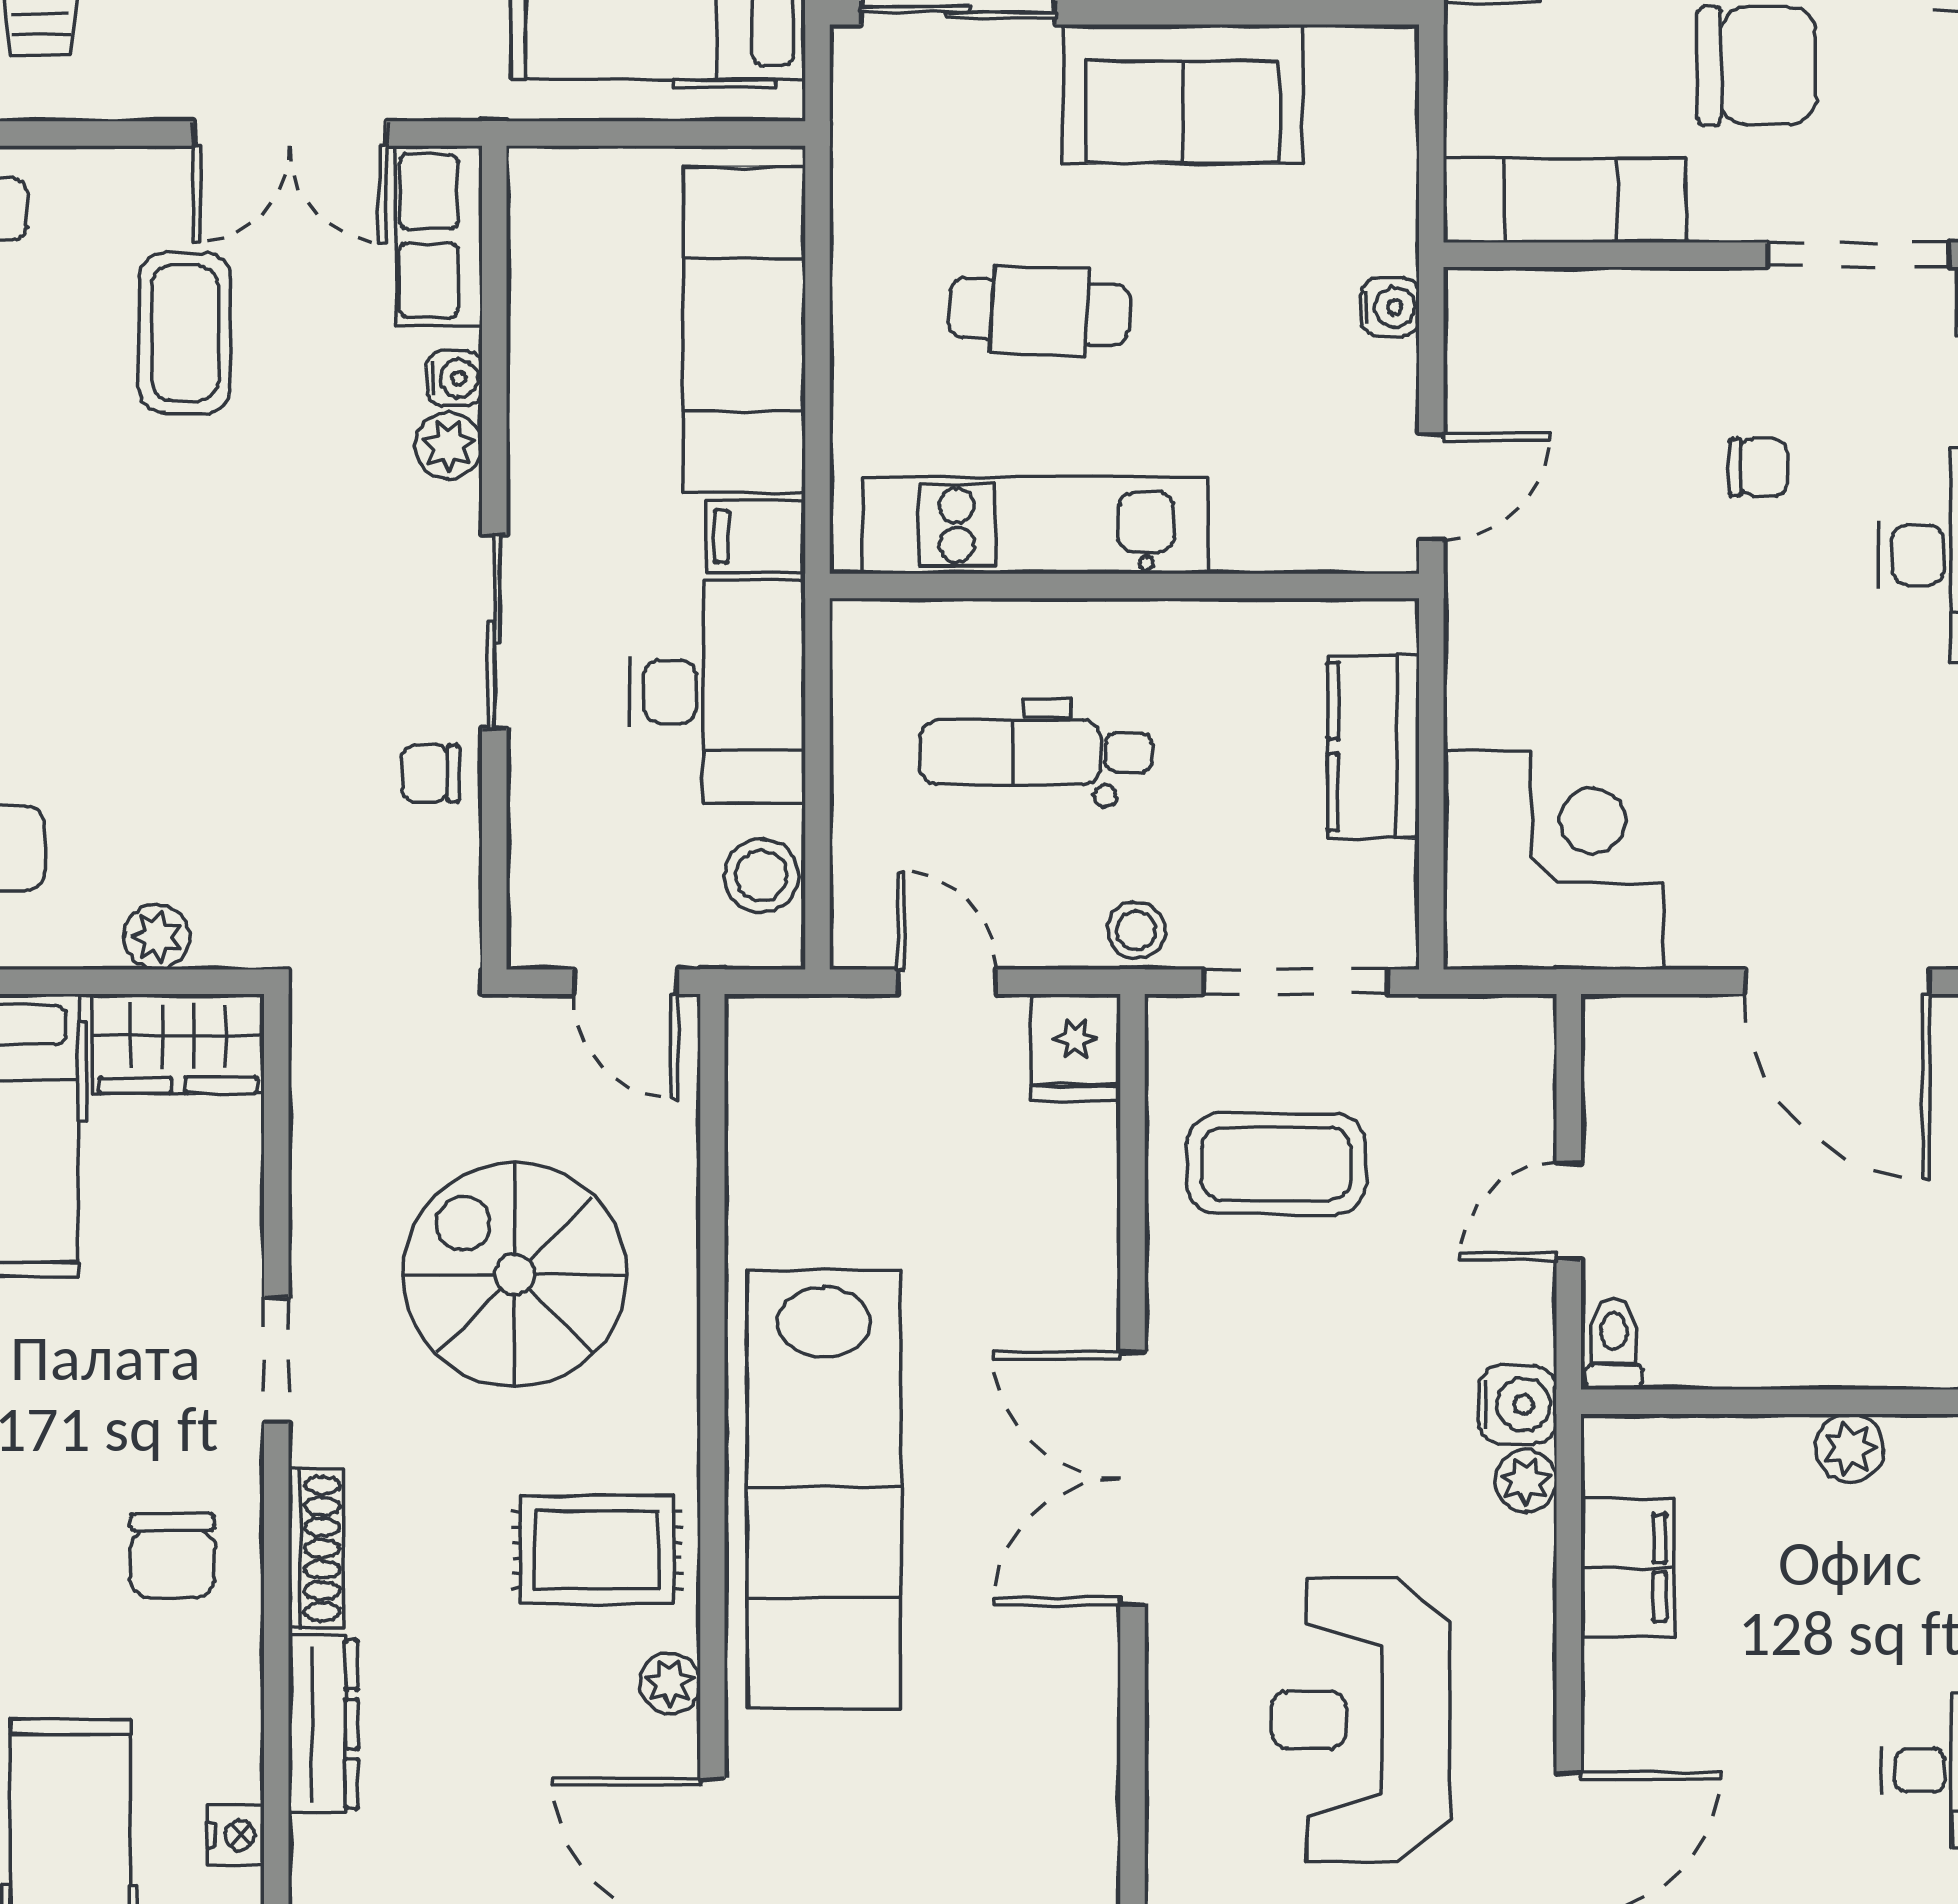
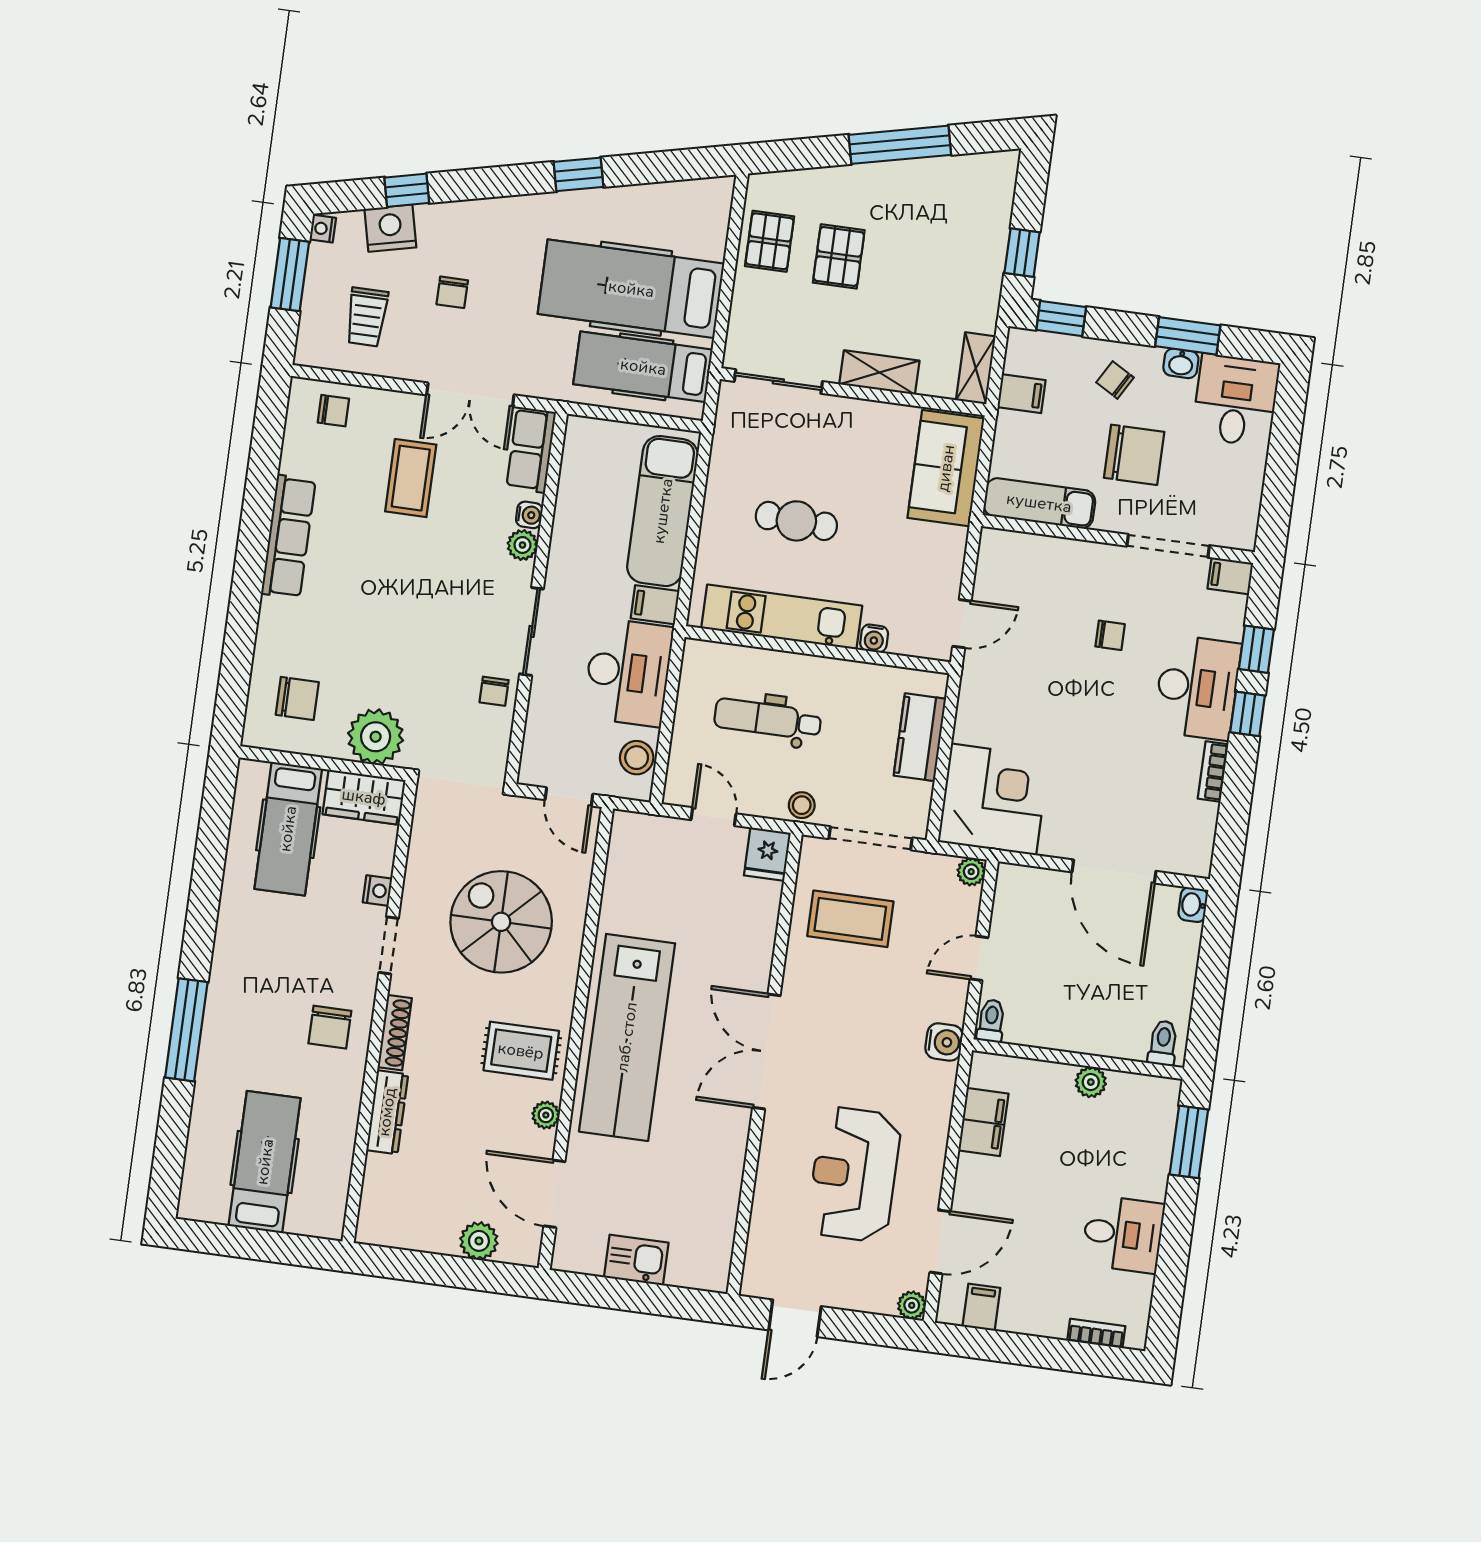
sofa: (1182, 94) -> (946, 468), moved, turned 90
water cooler: (1390, 307) -> (874, 638), moved, turned 90
chair: (430, 773) -> (494, 691), turned -90
plant: (157, 937) -> (376, 737), width x1.87, depth x1.87
plant: (1526, 1481) -> (971, 872), moved
nightstand: (235, 1835) -> (377, 891), moved

